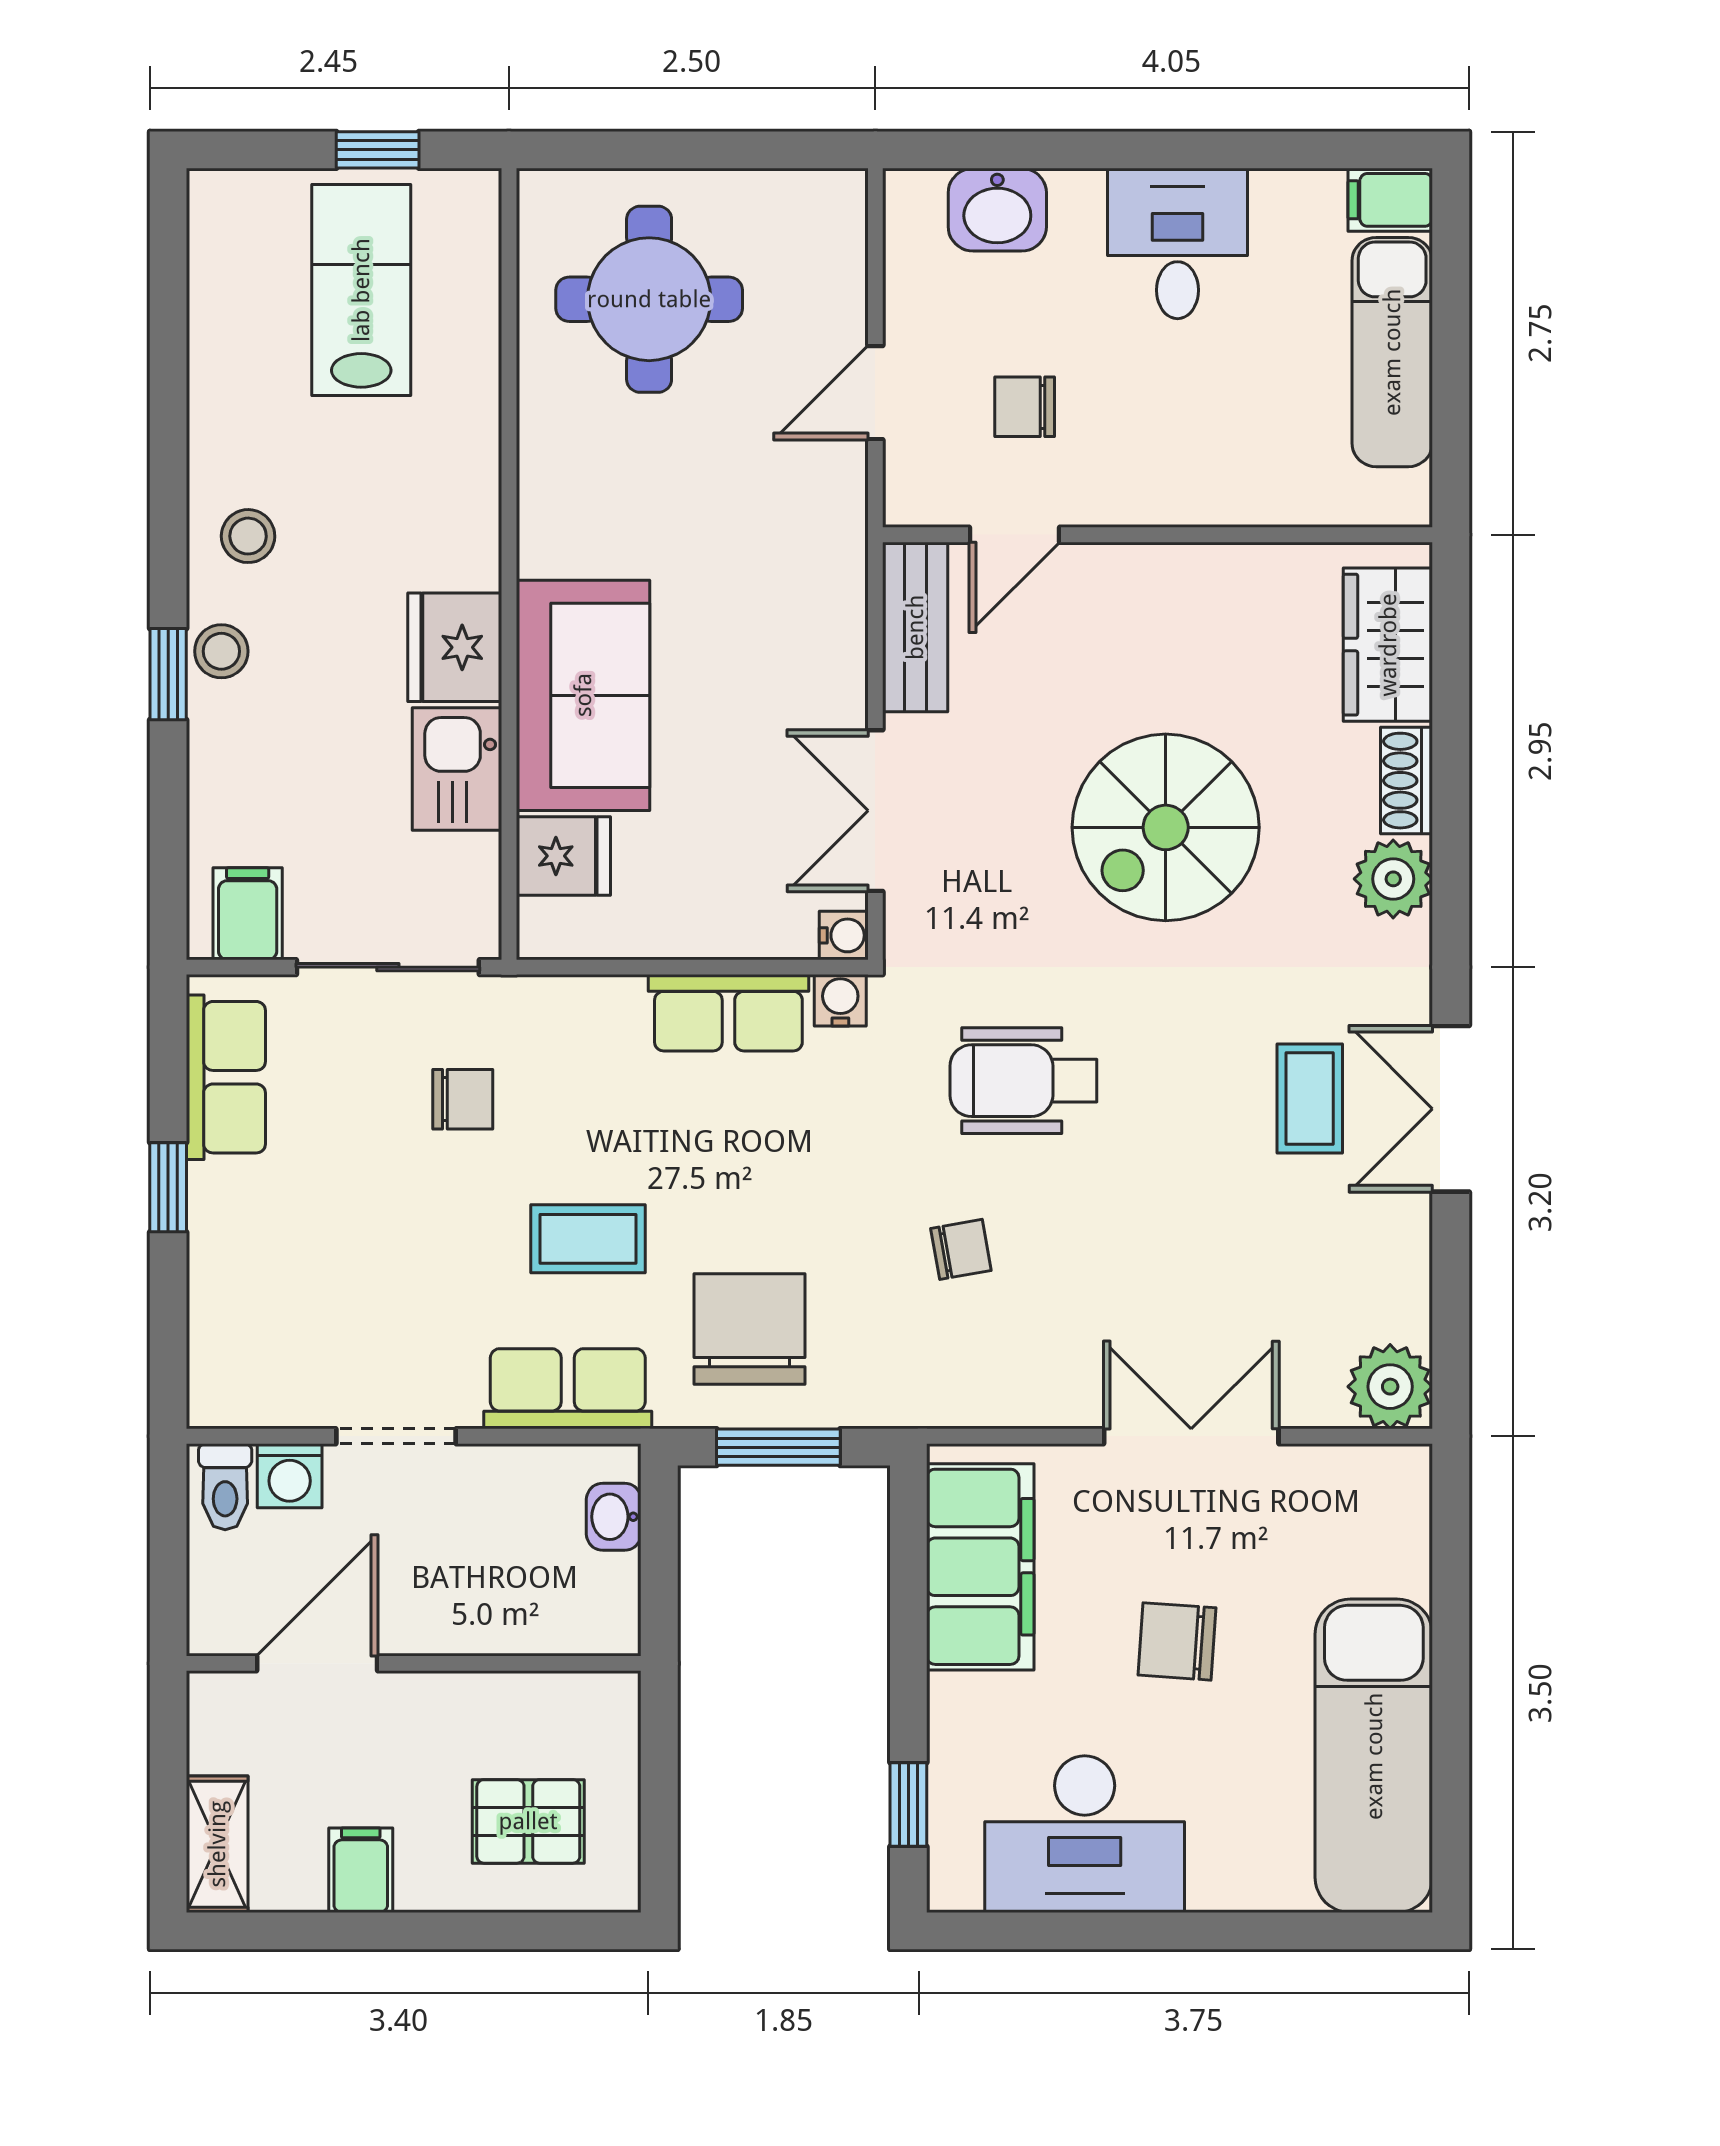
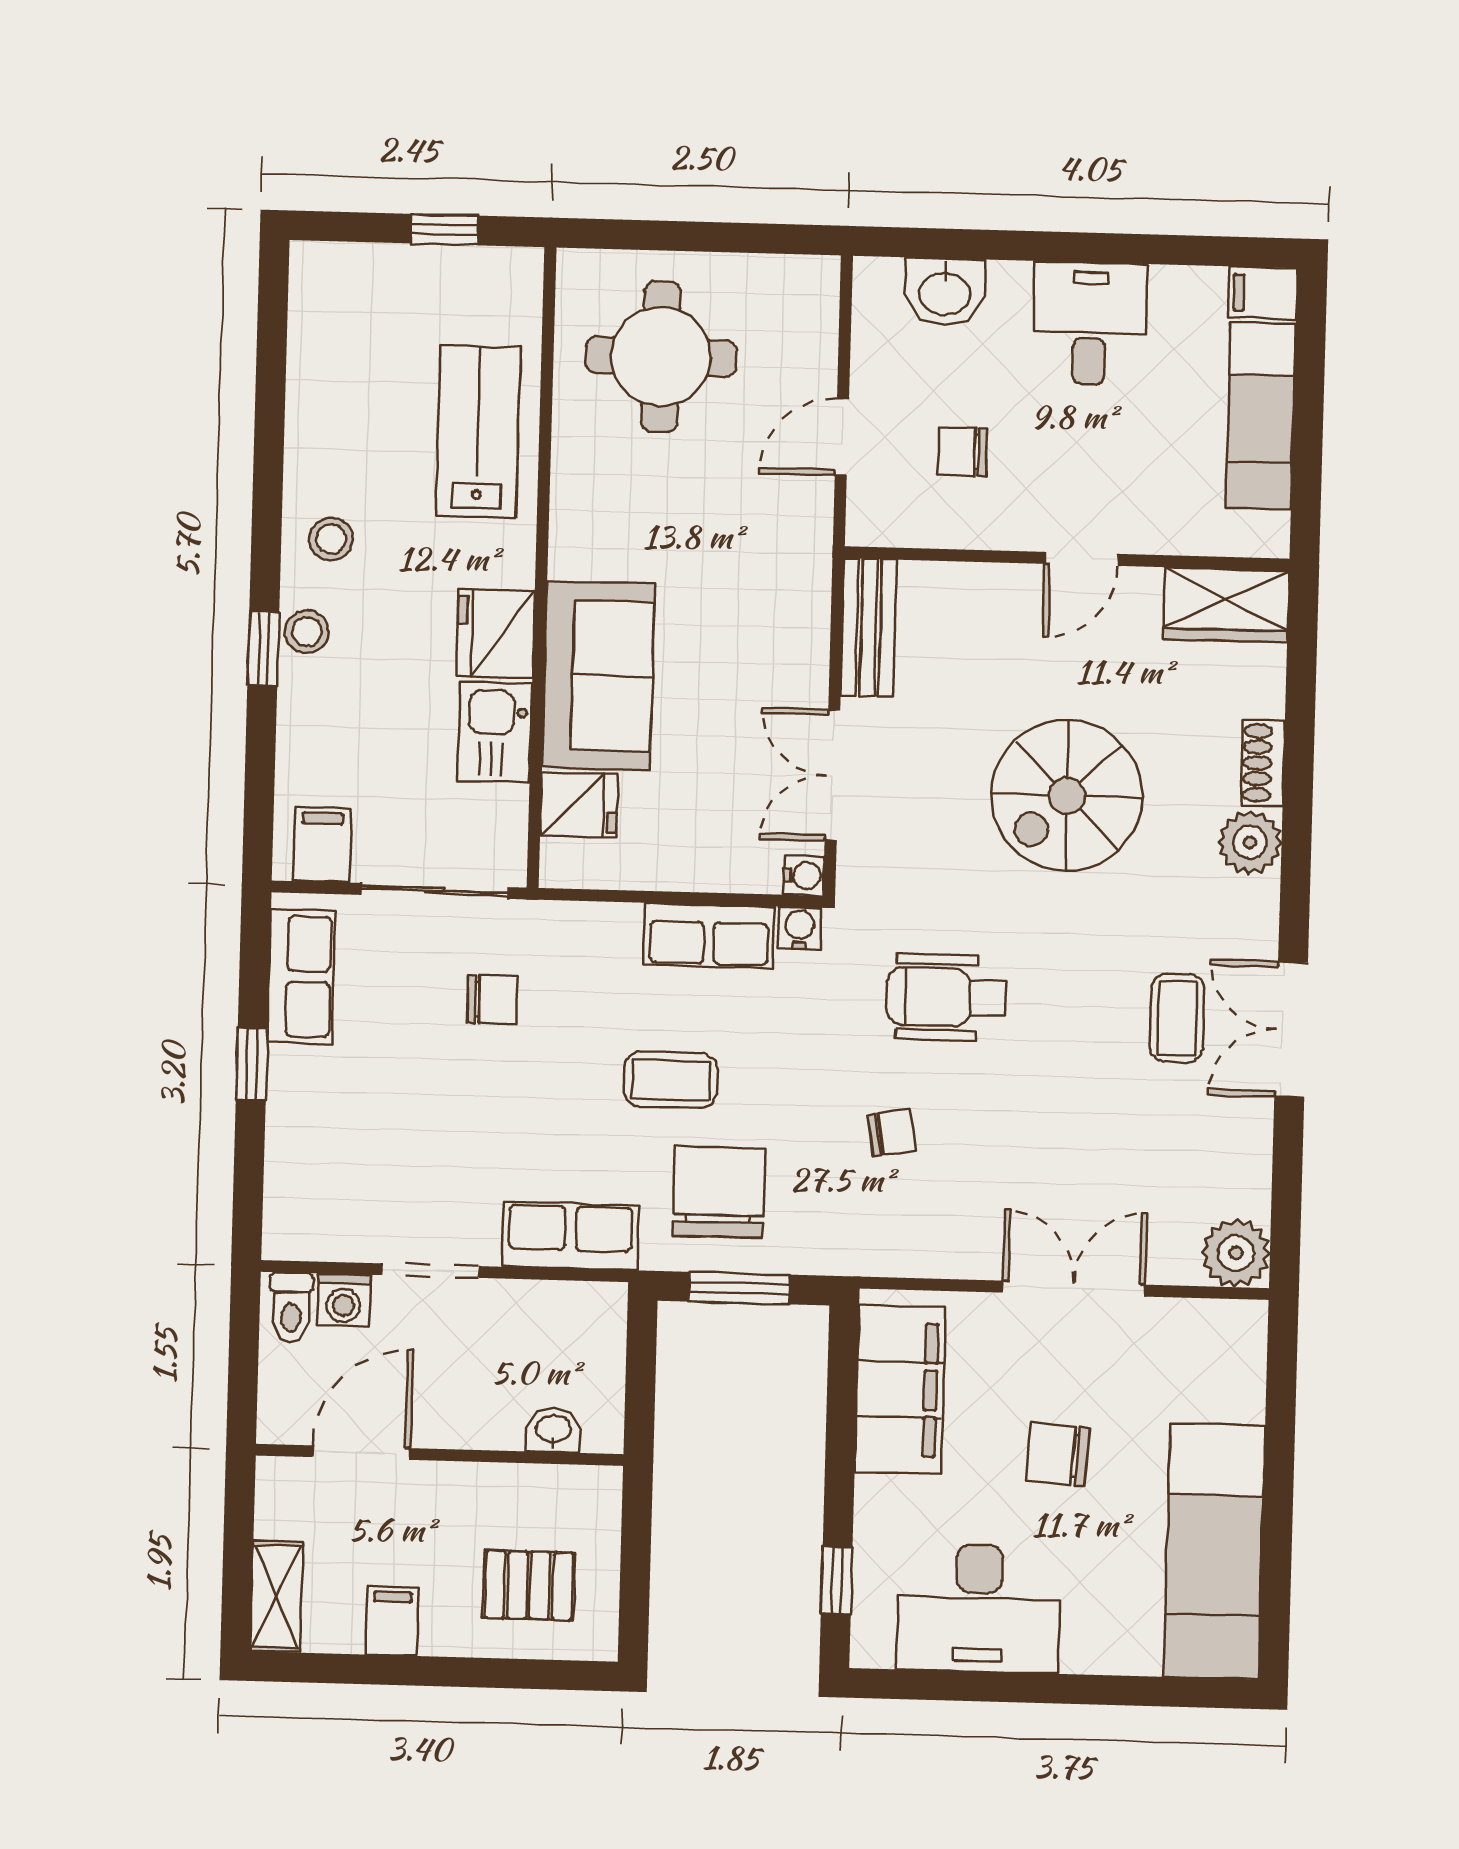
lab bench: (361, 290) -> (478, 431), moved
door: (1015, 535) -> (1081, 559), moved
wardrobe: (1388, 645) -> (1226, 605), moved, turned -90
coffee table: (588, 1239) -> (671, 1080), moved
washbasin: (614, 1517) -> (553, 1430), moved, turned 90

